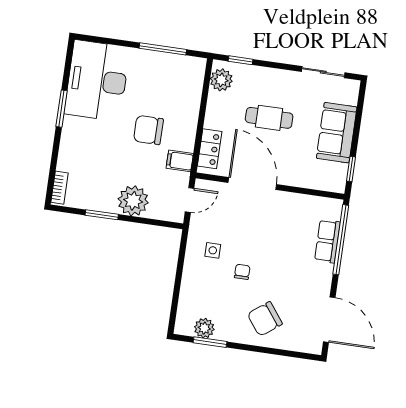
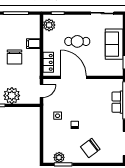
chair: (148, 130) -> (14, 57), turned -90
filing cabinet: (180, 161) -> (33, 44), moved

